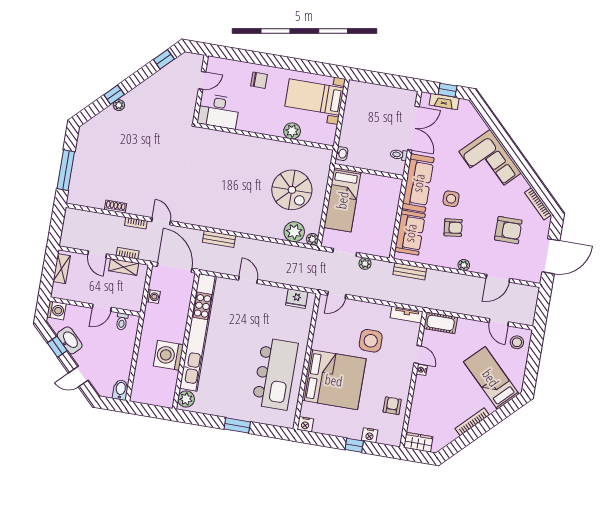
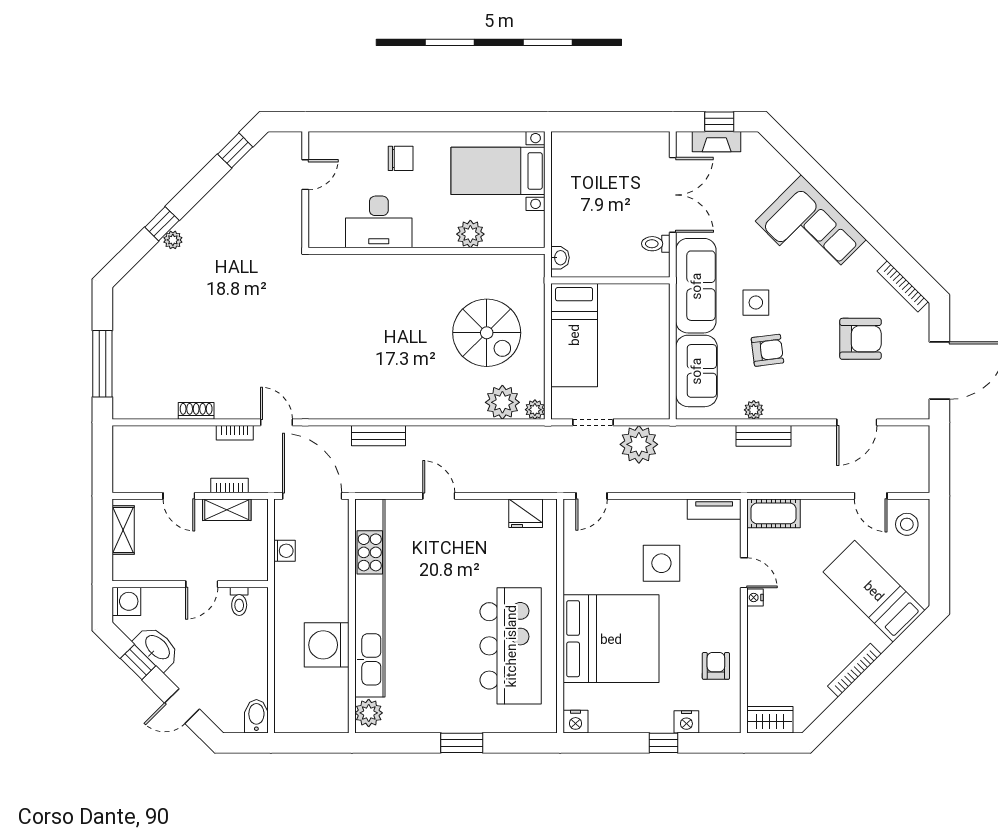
desk: (218, 111) -> (379, 222), moved
plant: (365, 264) -> (639, 444), width x1.87, depth x1.87
plant: (464, 265) -> (754, 410), moved
bench: (410, 271) -> (763, 436), moved

